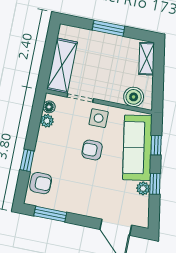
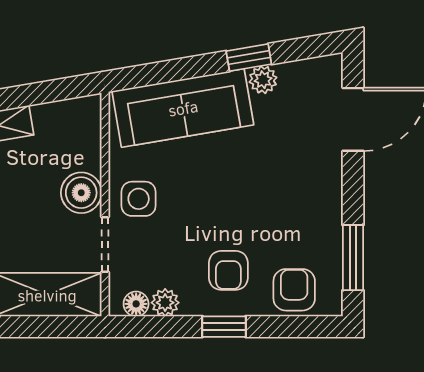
boiler: (134, 97) -> (81, 193), moved
window: (156, 145) -> (170, 71), removed
armchair: (92, 150) -> (228, 270), moved
window: (27, 160) -> (224, 327), moved

